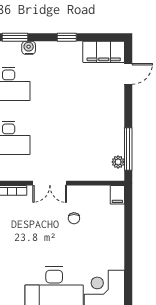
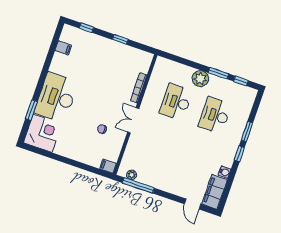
window: (67, 37) -> (239, 154), moved
water cooler: (29, 48) -> (225, 172), moved

